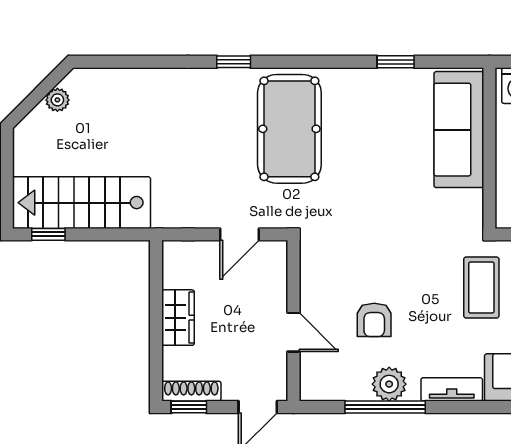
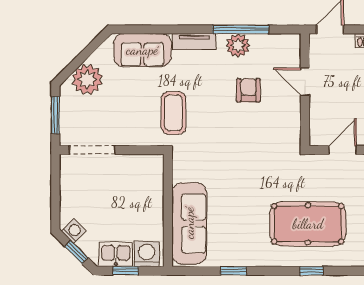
window: (234, 62) -> (312, 271), moved
pool table: (289, 129) -> (308, 224), turned 90

